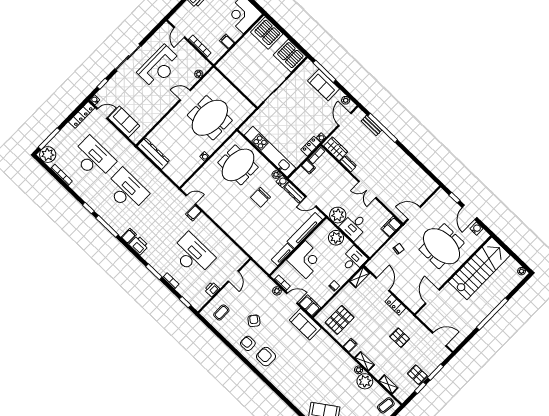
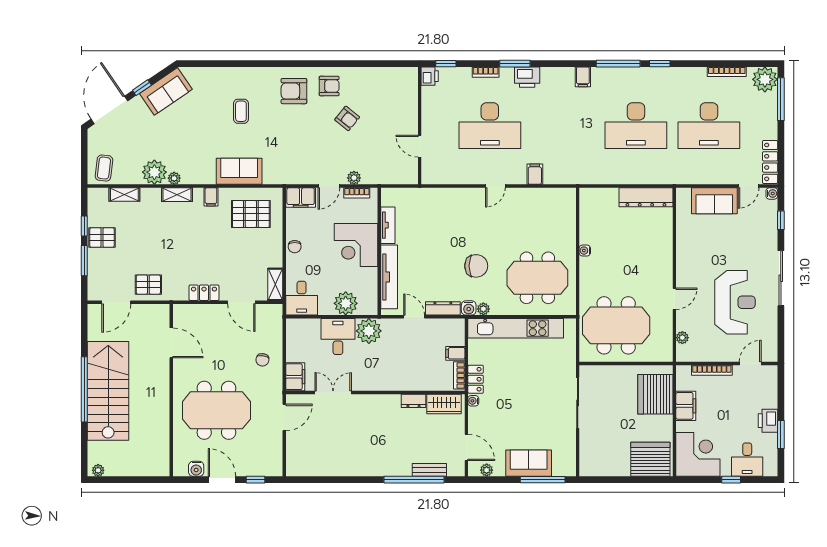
door: (179, 32) -> (750, 363), hinge flipped
filing cabinet: (227, 42) -> (686, 406), width x2.00
server rack: (290, 56) -> (655, 394), moved, turned -90
reception desk: (159, 67) -> (735, 302), turned 180
meeting table: (210, 118) -> (616, 325), moved, turned 90
meeting table: (238, 165) -> (537, 278), turned 90
double door: (367, 190) -> (333, 392), moved
chair: (260, 197) -> (476, 266), turned 90
door: (191, 200) -> (495, 186), moved
door: (311, 202) -> (414, 317), hinge flipped
printer: (139, 245) -> (527, 77), moved
stairs: (479, 268) -> (108, 391), moved, turned 180
printer: (212, 289) -> (430, 76), moved
coffee table: (221, 312) -> (241, 111), moved
pallet: (340, 320) -> (251, 214), turned 90
sofa: (305, 324) -> (239, 171), moved
pallet: (400, 338) -> (148, 285), moved
armchair: (266, 357) -> (294, 91), turned 180

